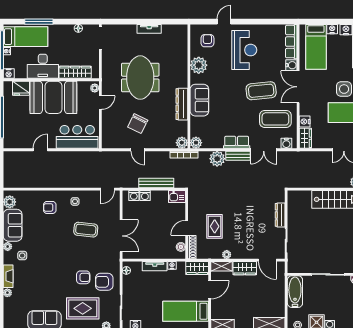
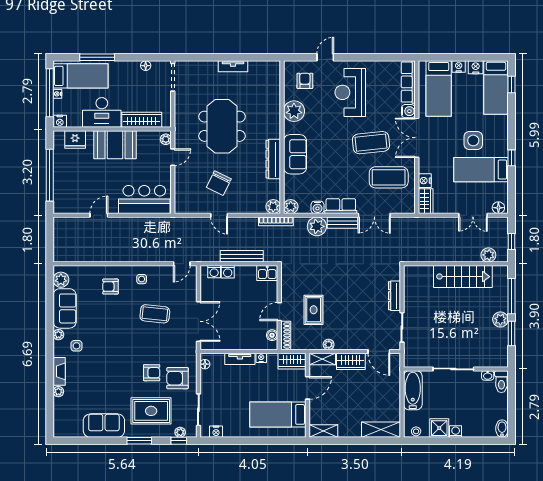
reception desk: (244, 50) -> (350, 92), turned 180
booth: (53, 97) -> (115, 145), width x0.73, depth x0.70
water cooler: (286, 143) -> (317, 207), moved

